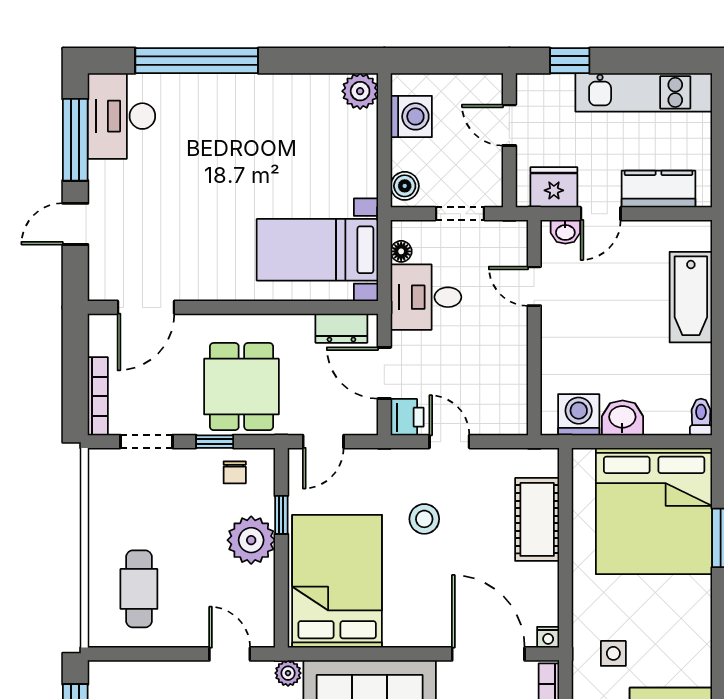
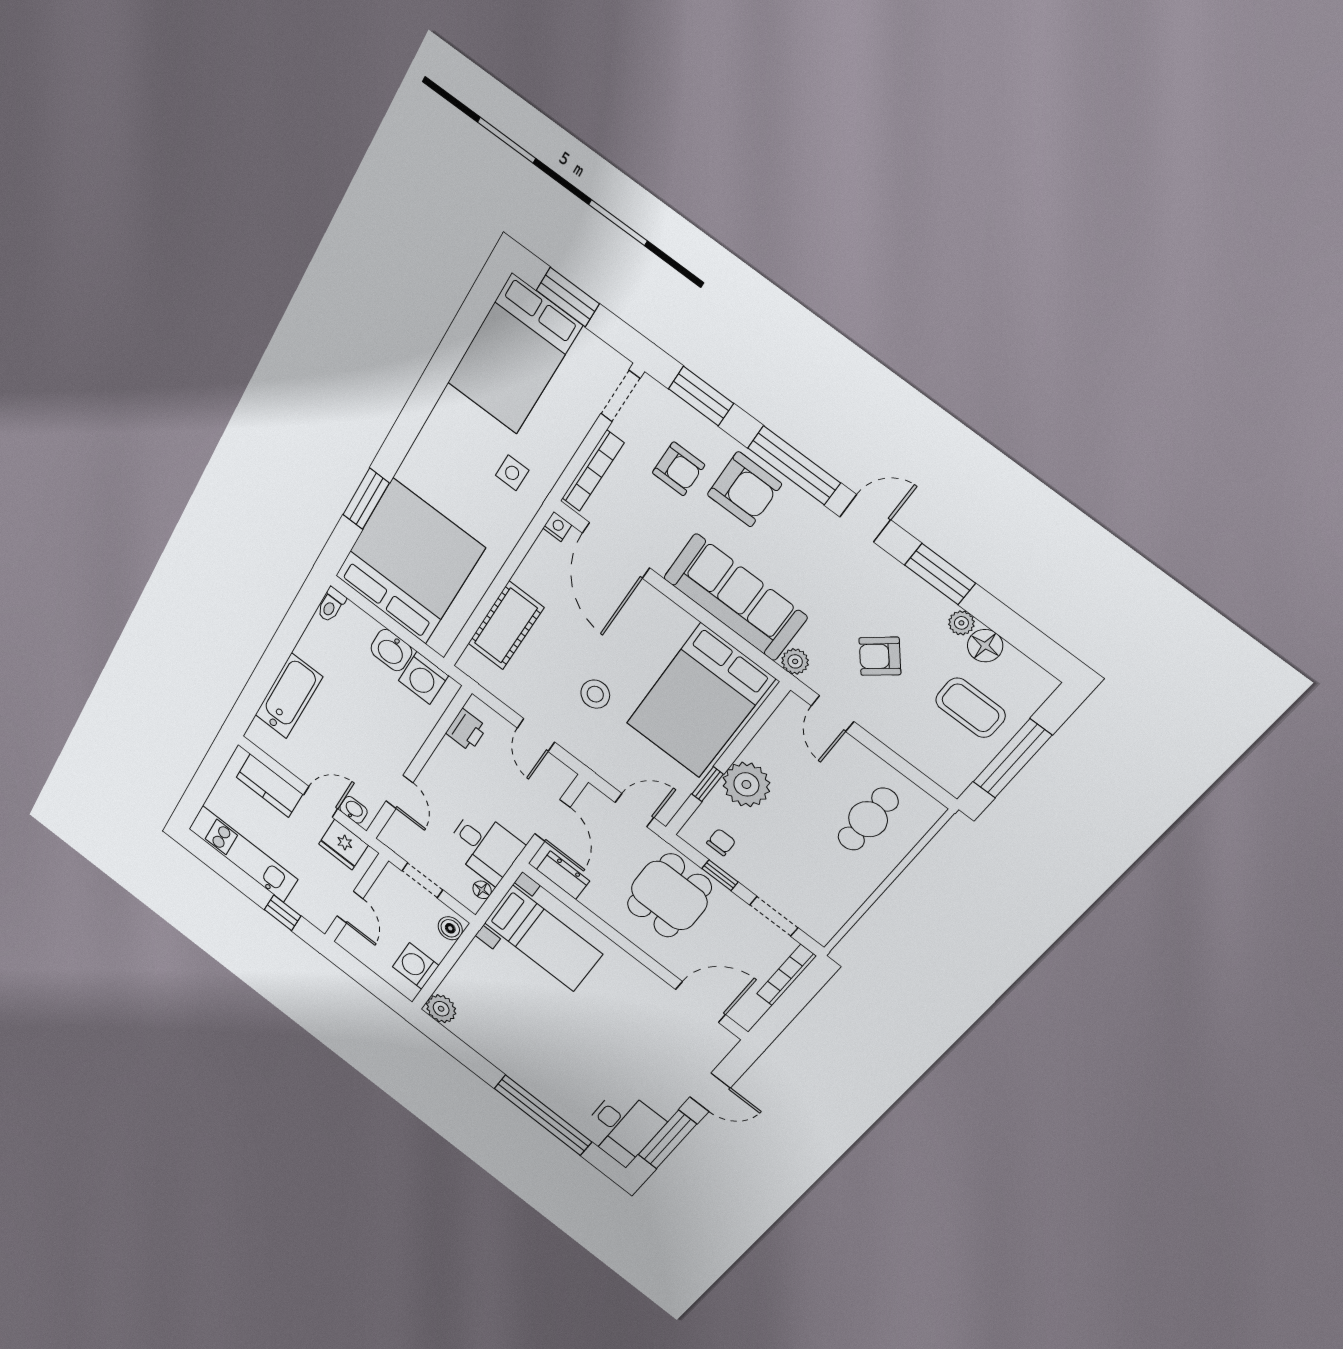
printer: (407, 417) -> (466, 730), moved, turned 180

